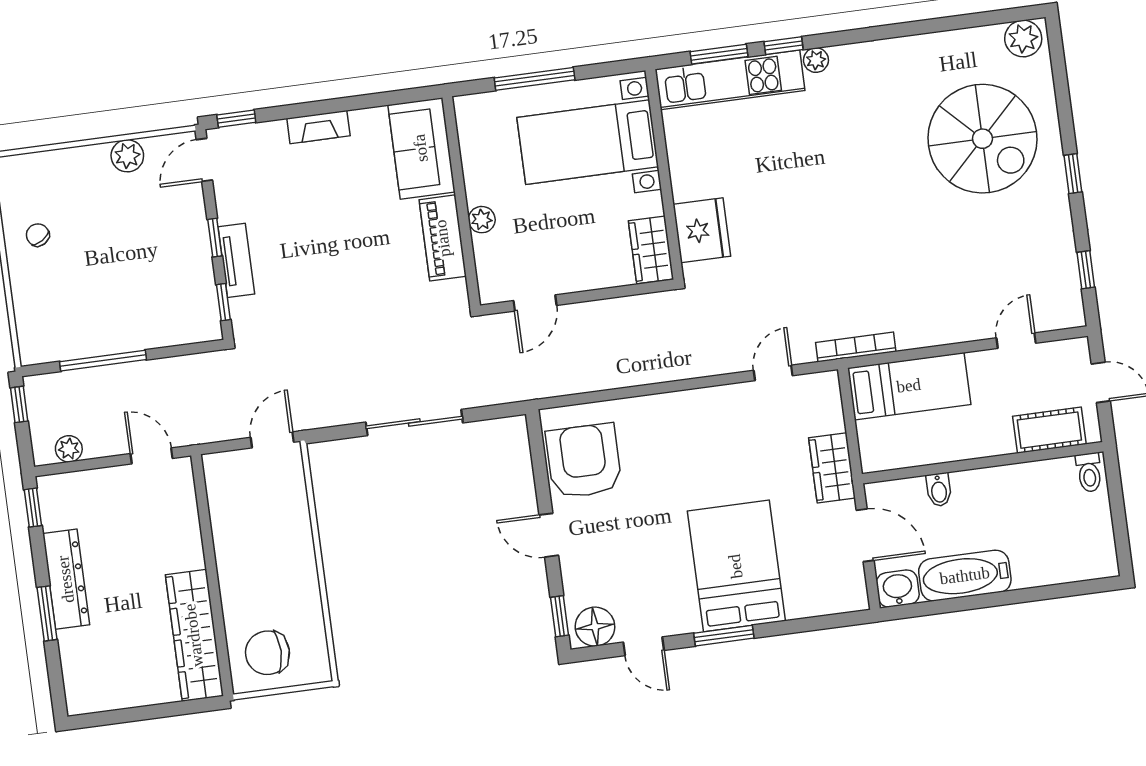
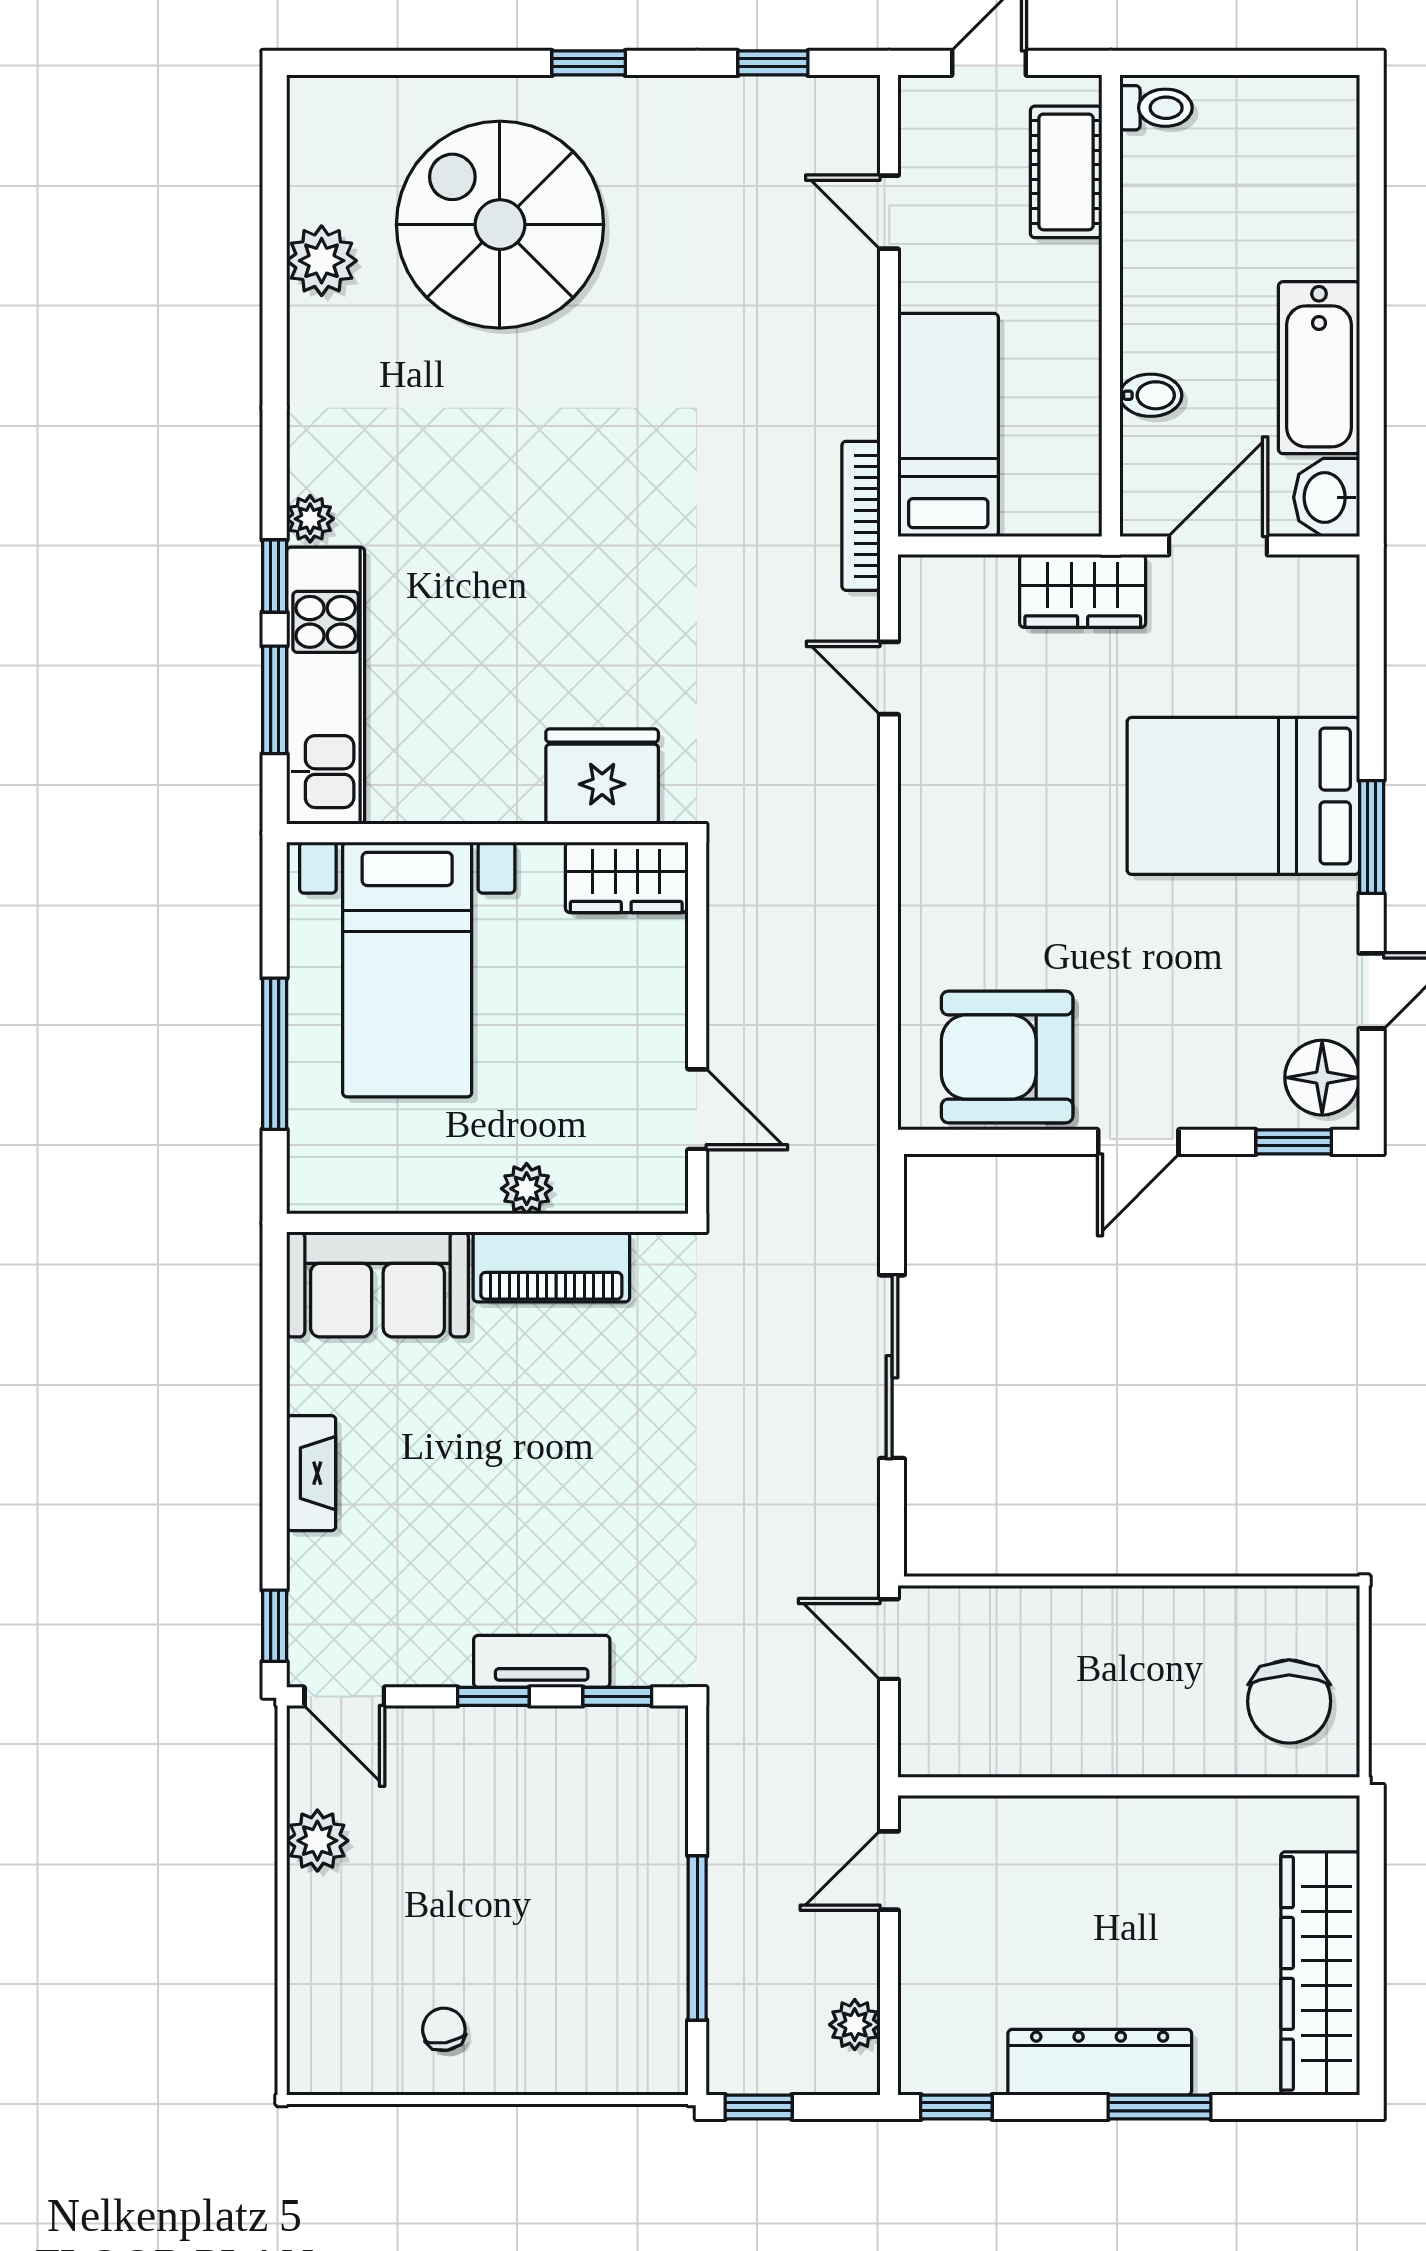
plant: (1023, 39) -> (322, 261), moved
spiral stairs: (982, 139) -> (500, 225), turned -90
chair: (38, 235) -> (444, 2029), turned 112
wardrobe: (194, 635) -> (1320, 1973), moved, turned 90

